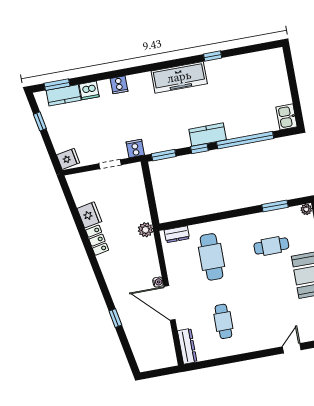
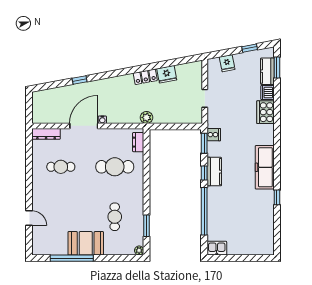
cooker: (119, 85) -> (265, 112), width x1.87, depth x1.31
kitchen counter: (208, 135) -> (214, 172), moved
cooker: (135, 148) -> (214, 135), moved
fridge: (68, 159) -> (227, 63), moved

